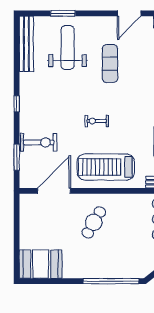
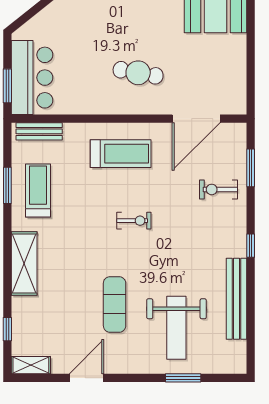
bench: (26, 44) -> (236, 299), moved
exercise bike: (39, 142) -> (218, 189), width x0.73, depth x0.72
treadmill: (106, 167) -> (121, 154), width x0.73, depth x0.73
cafe table: (94, 222) -> (138, 73), turned 70

